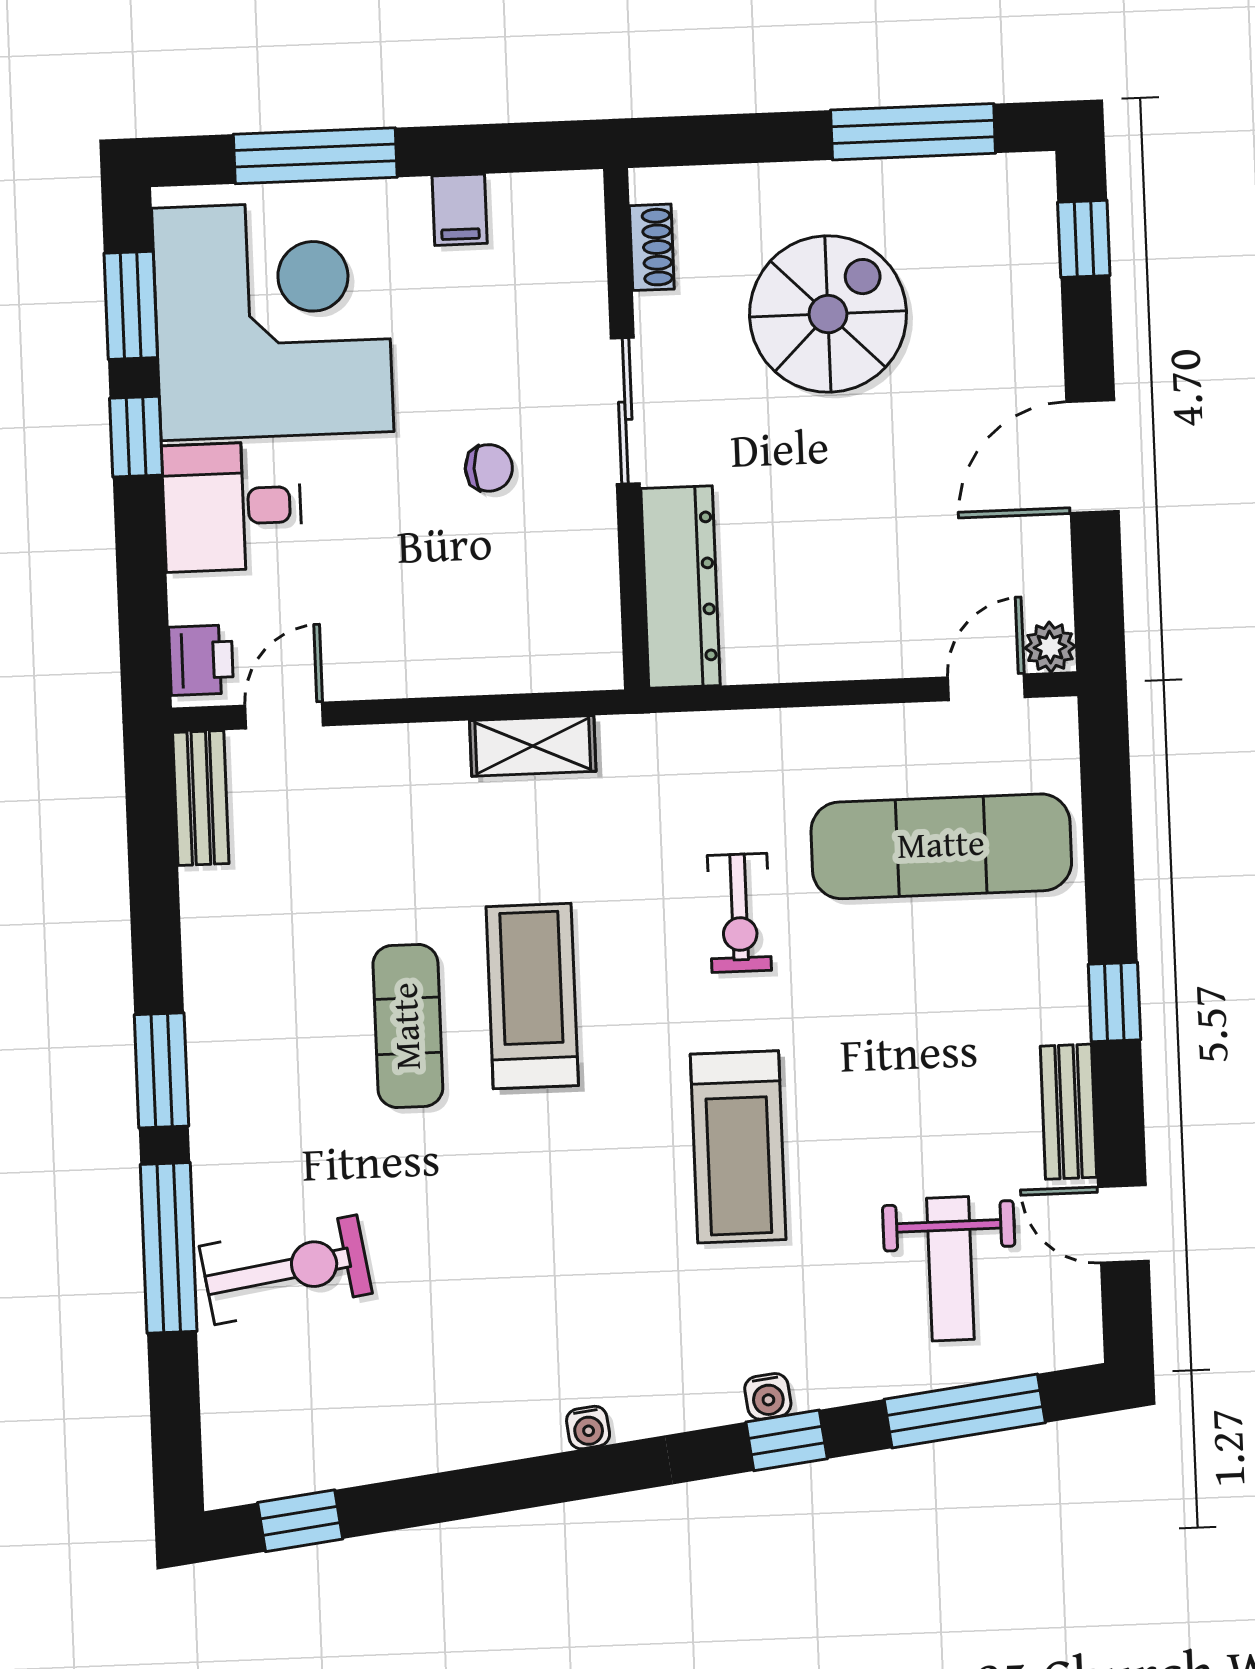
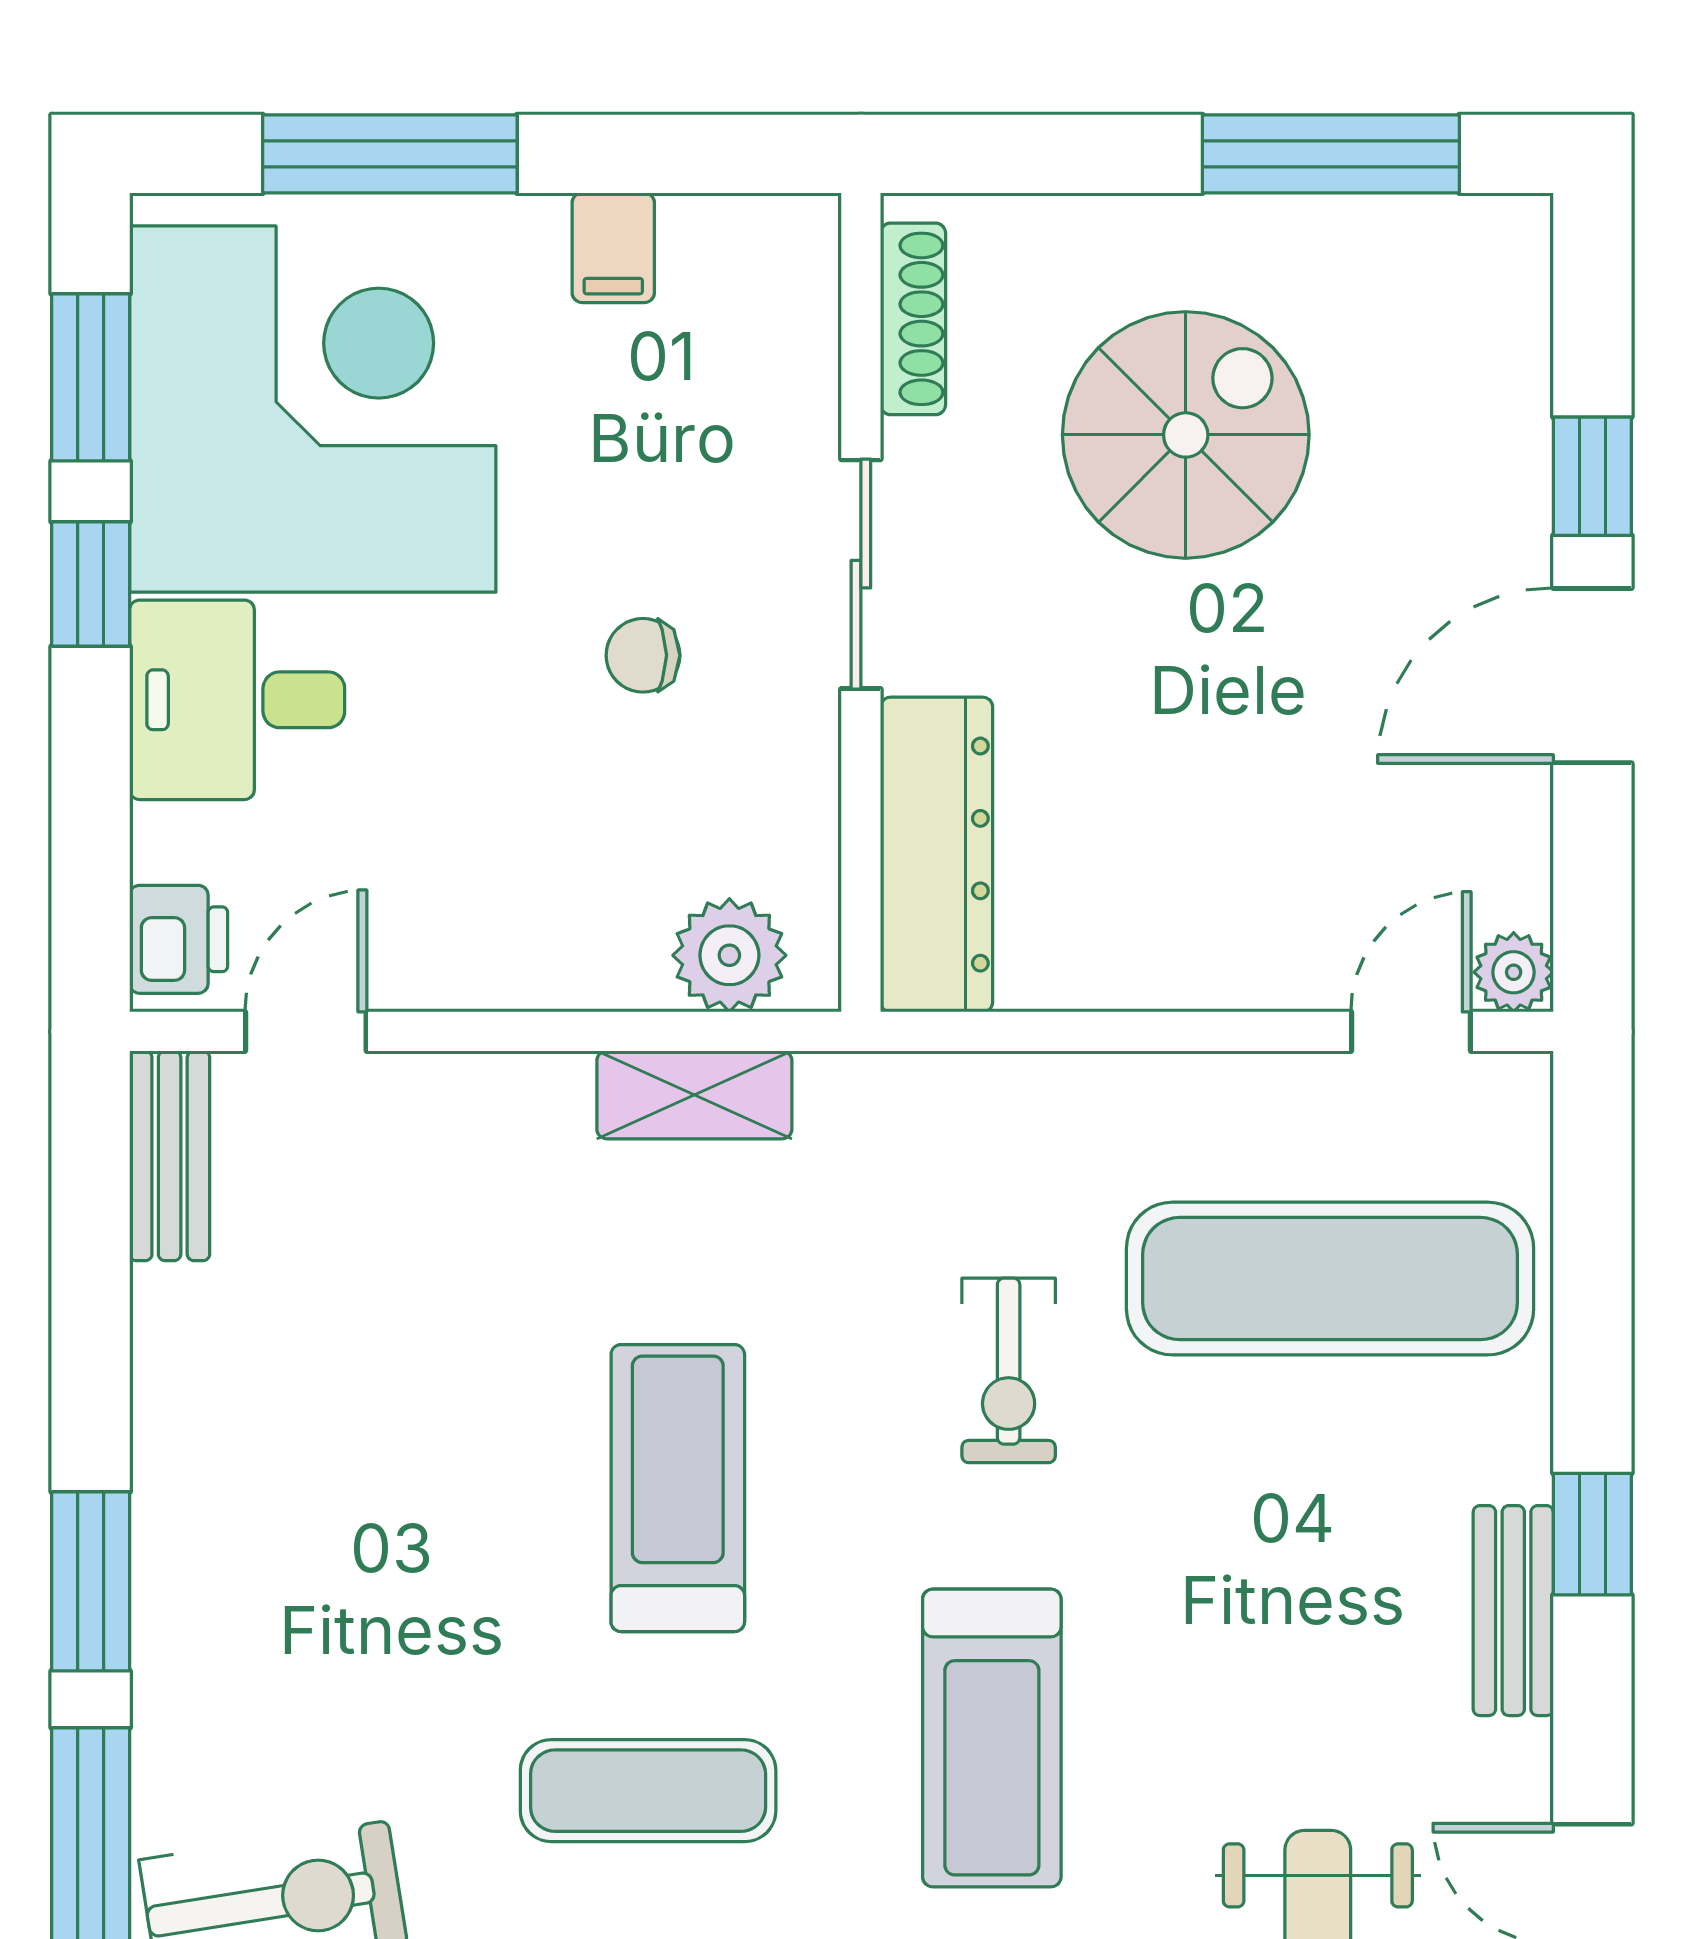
window: (1084, 239) -> (1592, 476), moved
shoe rack: (652, 247) -> (913, 319), width x1.43
chair: (489, 468) -> (643, 655), turned 180
plant: (551, 656) -> (729, 955), added
exercise mat: (408, 1026) -> (648, 1791), moved, turned 90
bench: (1069, 1112) -> (1513, 1611), moved

